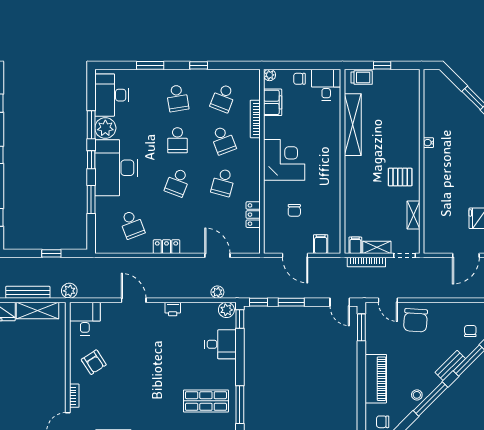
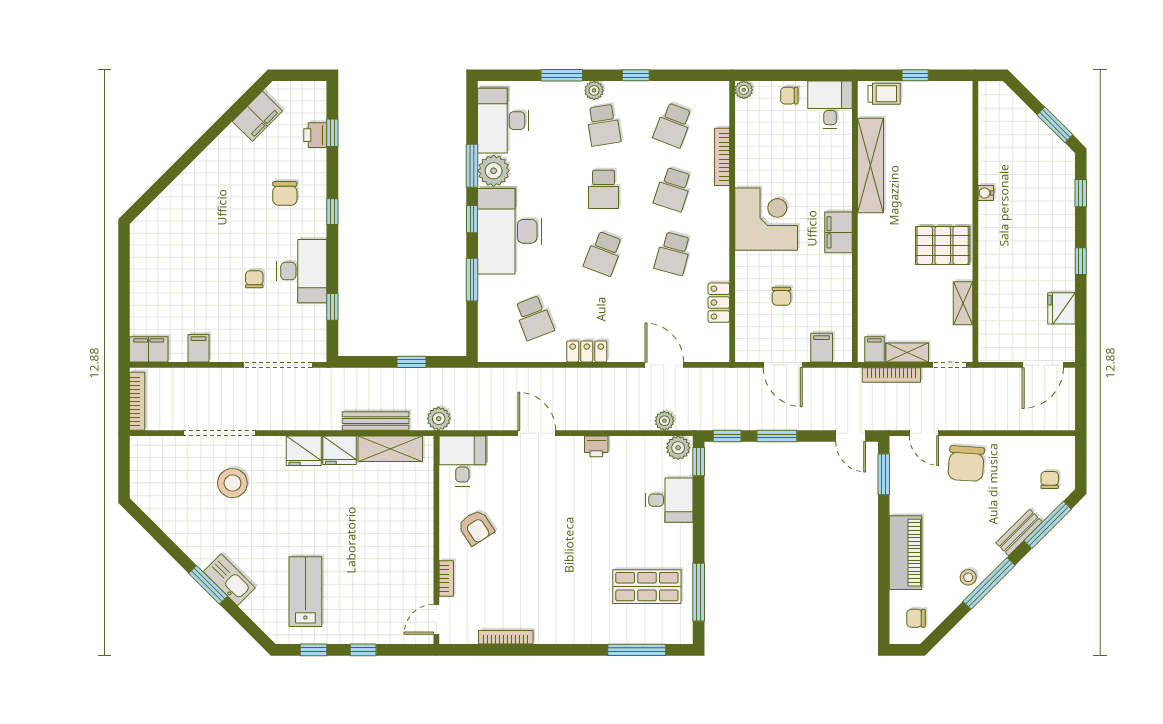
plant: (171, 75) -> (594, 90), added
filing cabinet: (273, 102) -> (839, 232), moved, turned 180
school desk: (223, 140) -> (673, 189), turned 39
pallet: (400, 177) -> (943, 245), width x1.50, depth x1.42

